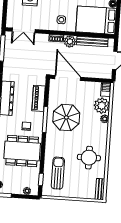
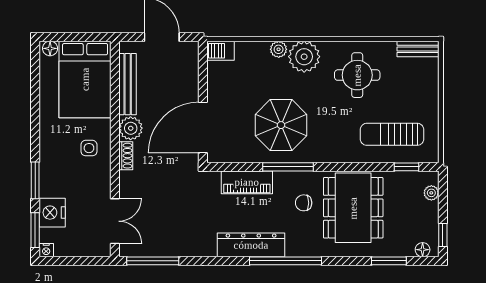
plant: (102, 106) -> (304, 57), moved

